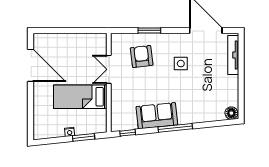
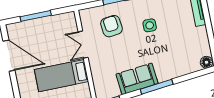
window: (66, 30) -> (36, 16), added

